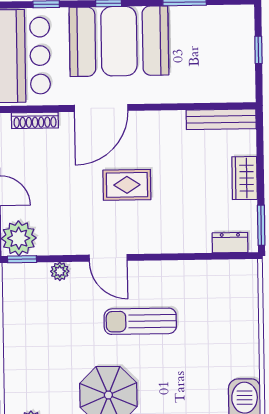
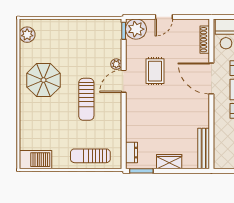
rug: (127, 185) -> (155, 71), moved
plant: (60, 271) -> (116, 64), moved
sun lounger: (237, 313) -> (90, 156), added
sun lounger: (140, 321) -> (86, 99), turned 180

